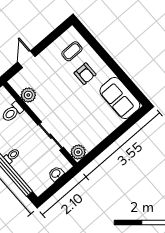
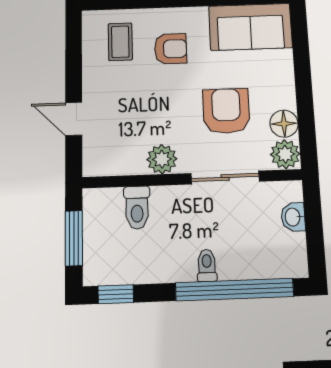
plant: (28, 95) -> (162, 159), moved
armchair: (77, 116) -> (226, 111), added
floor lamp: (90, 142) -> (284, 124), added

